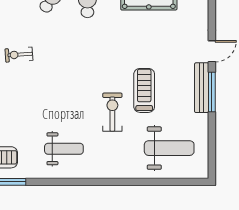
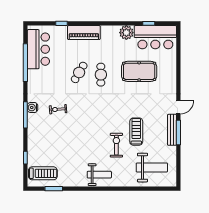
weight bench: (64, 149) -> (99, 175), moved

